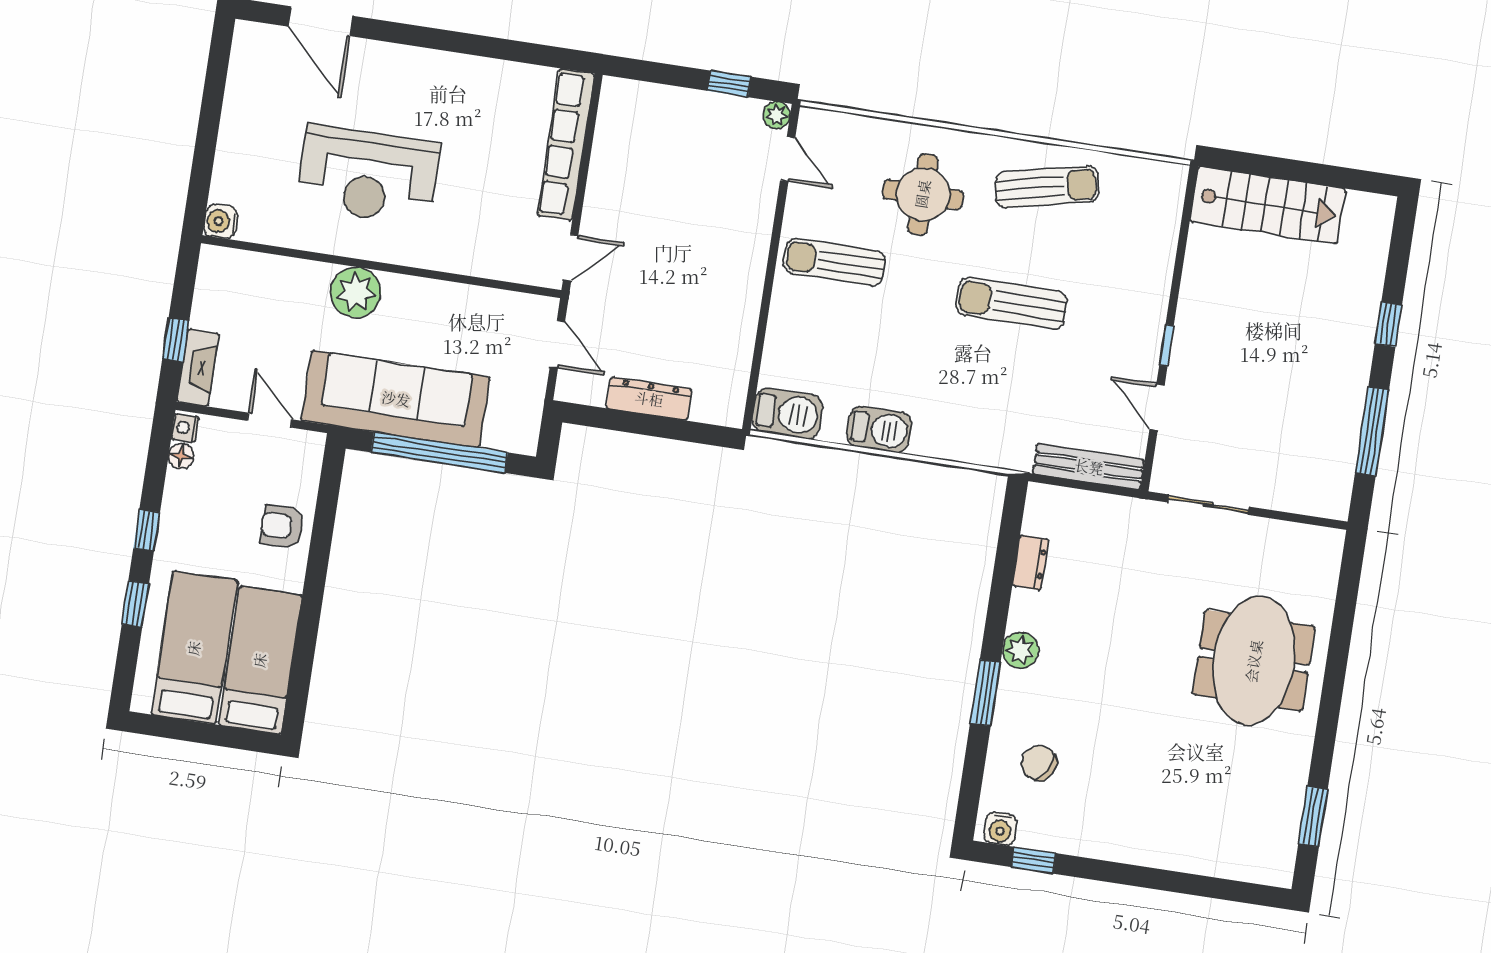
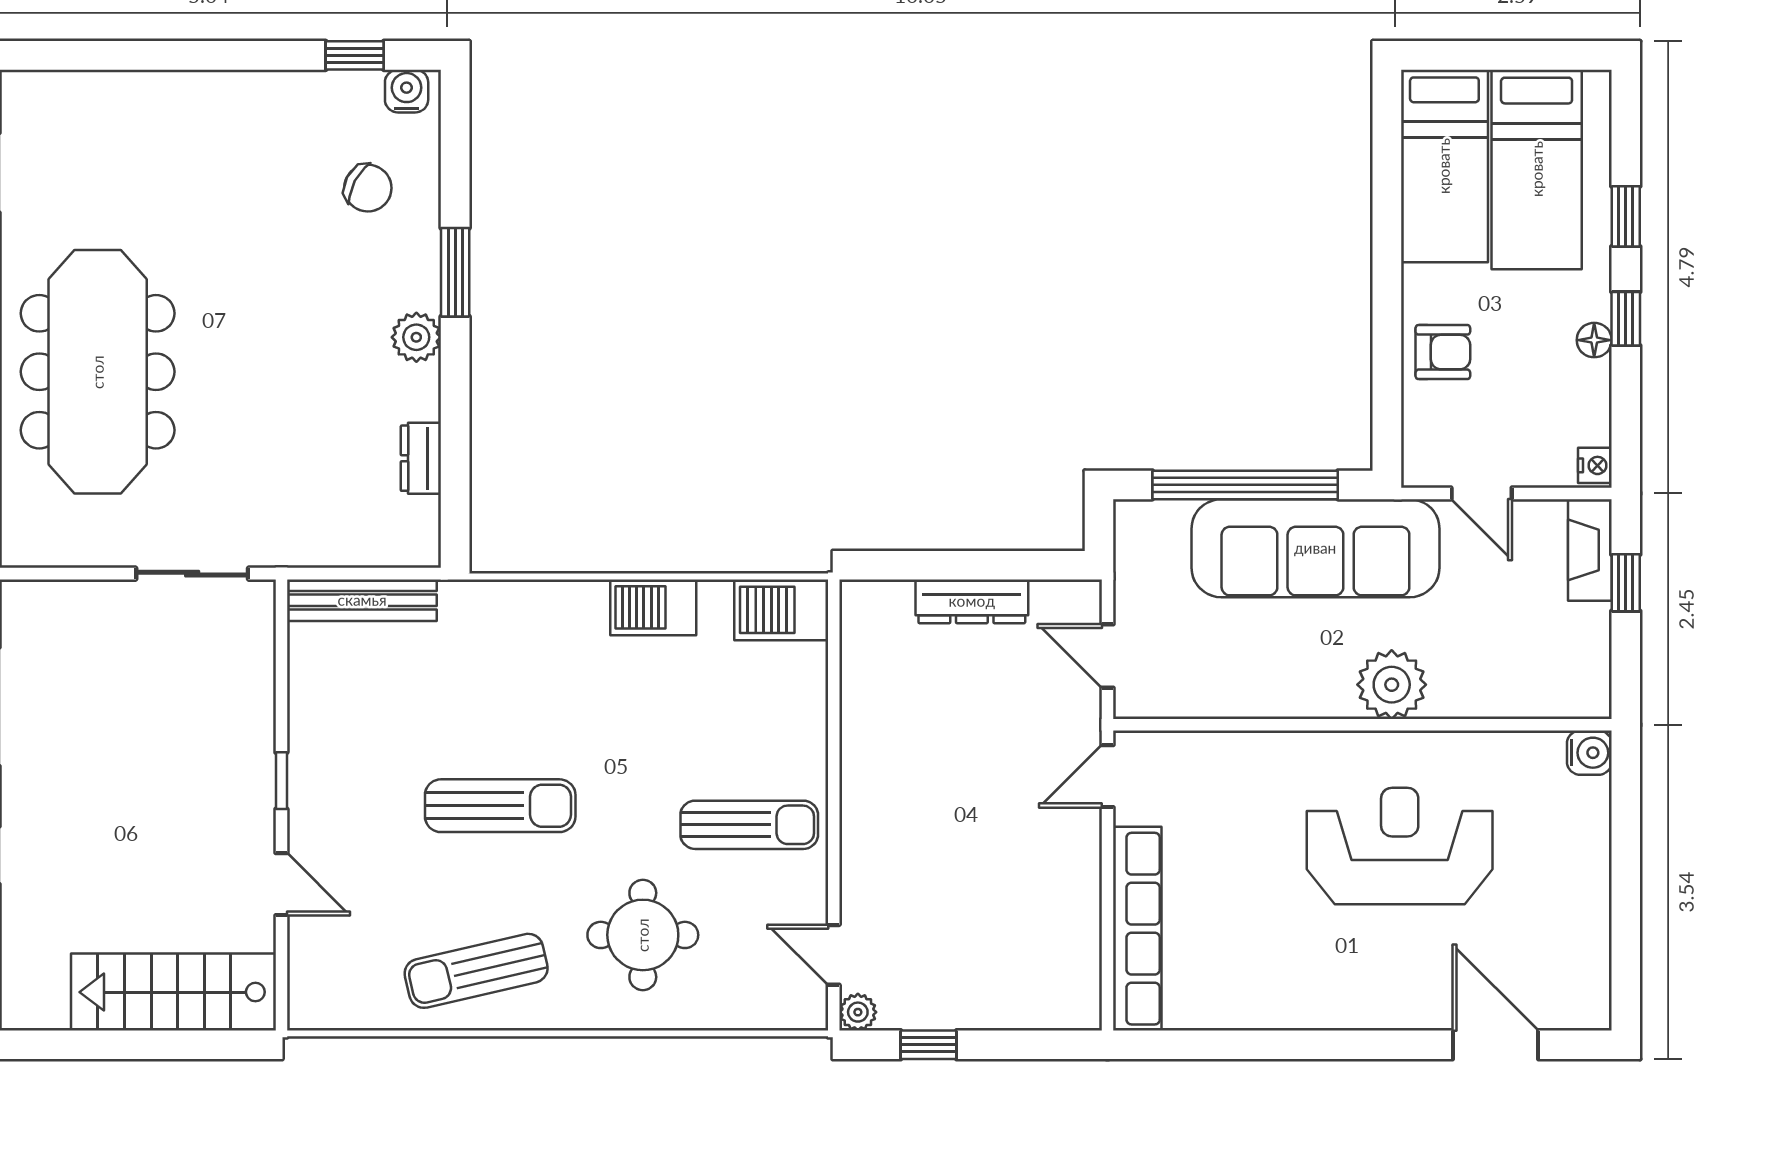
door: (1157, 407) -> (281, 884), moved
floor lamp: (181, 456) -> (1594, 340), moved
meeting table: (1254, 661) -> (98, 372), width x1.36

